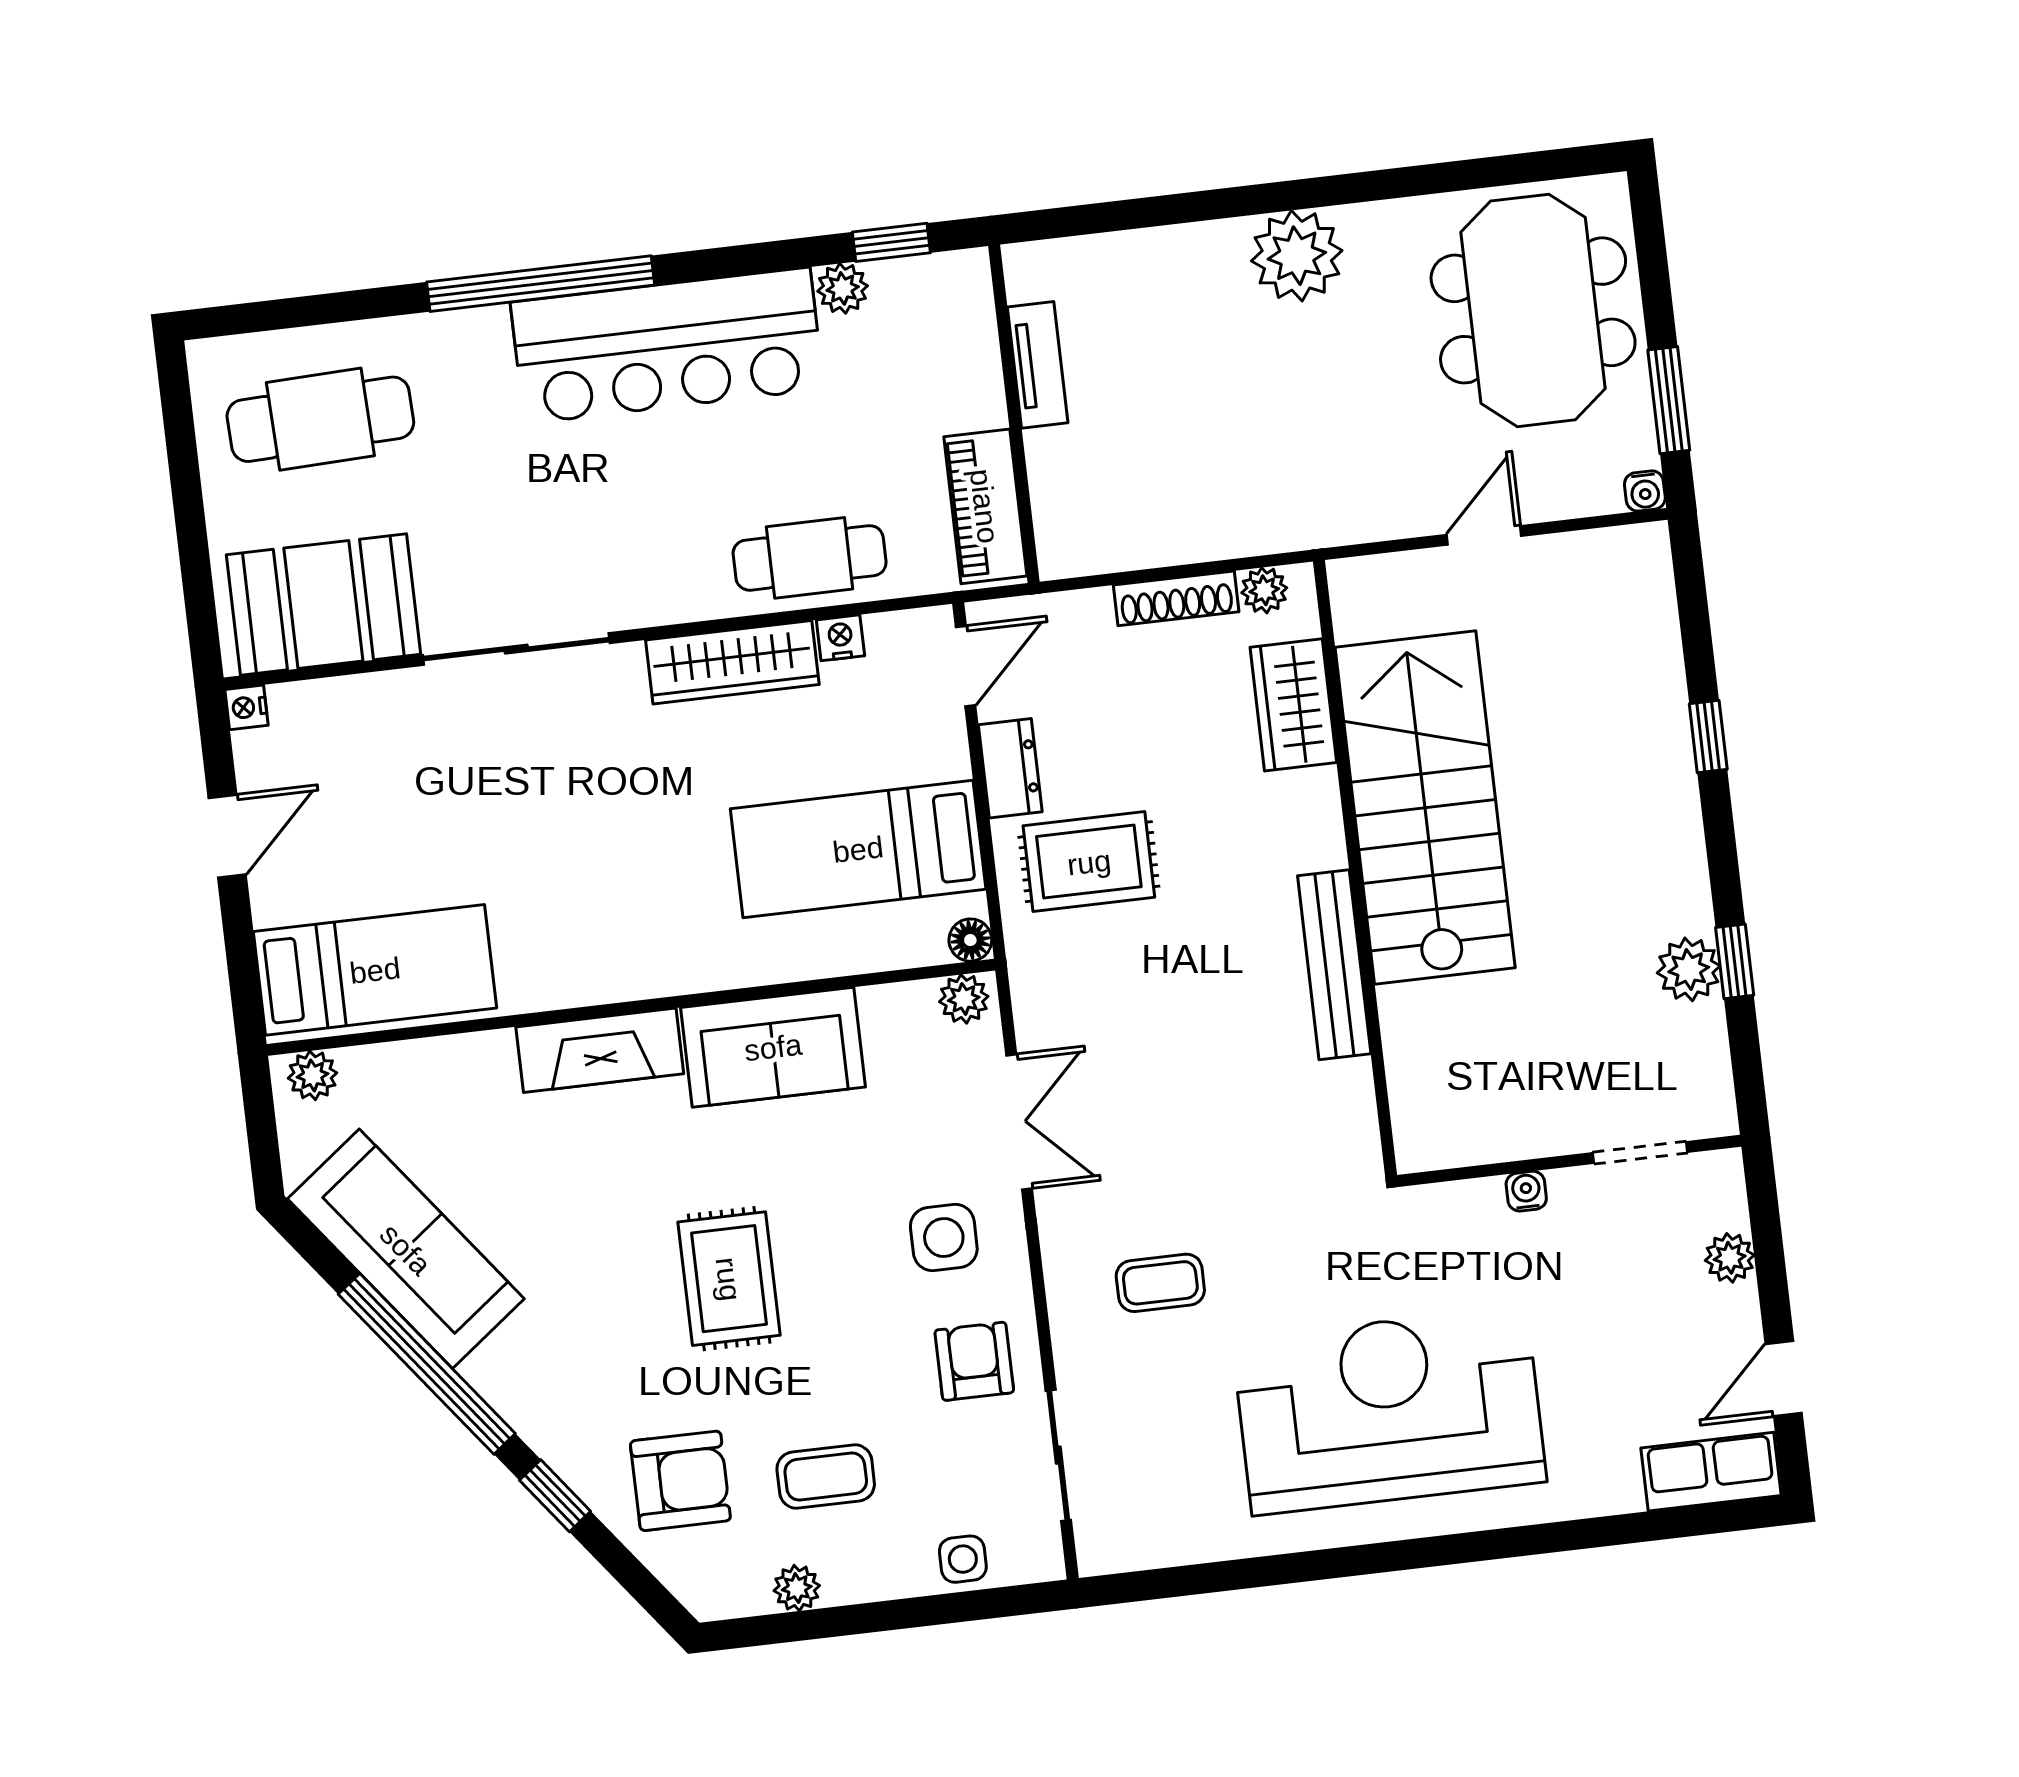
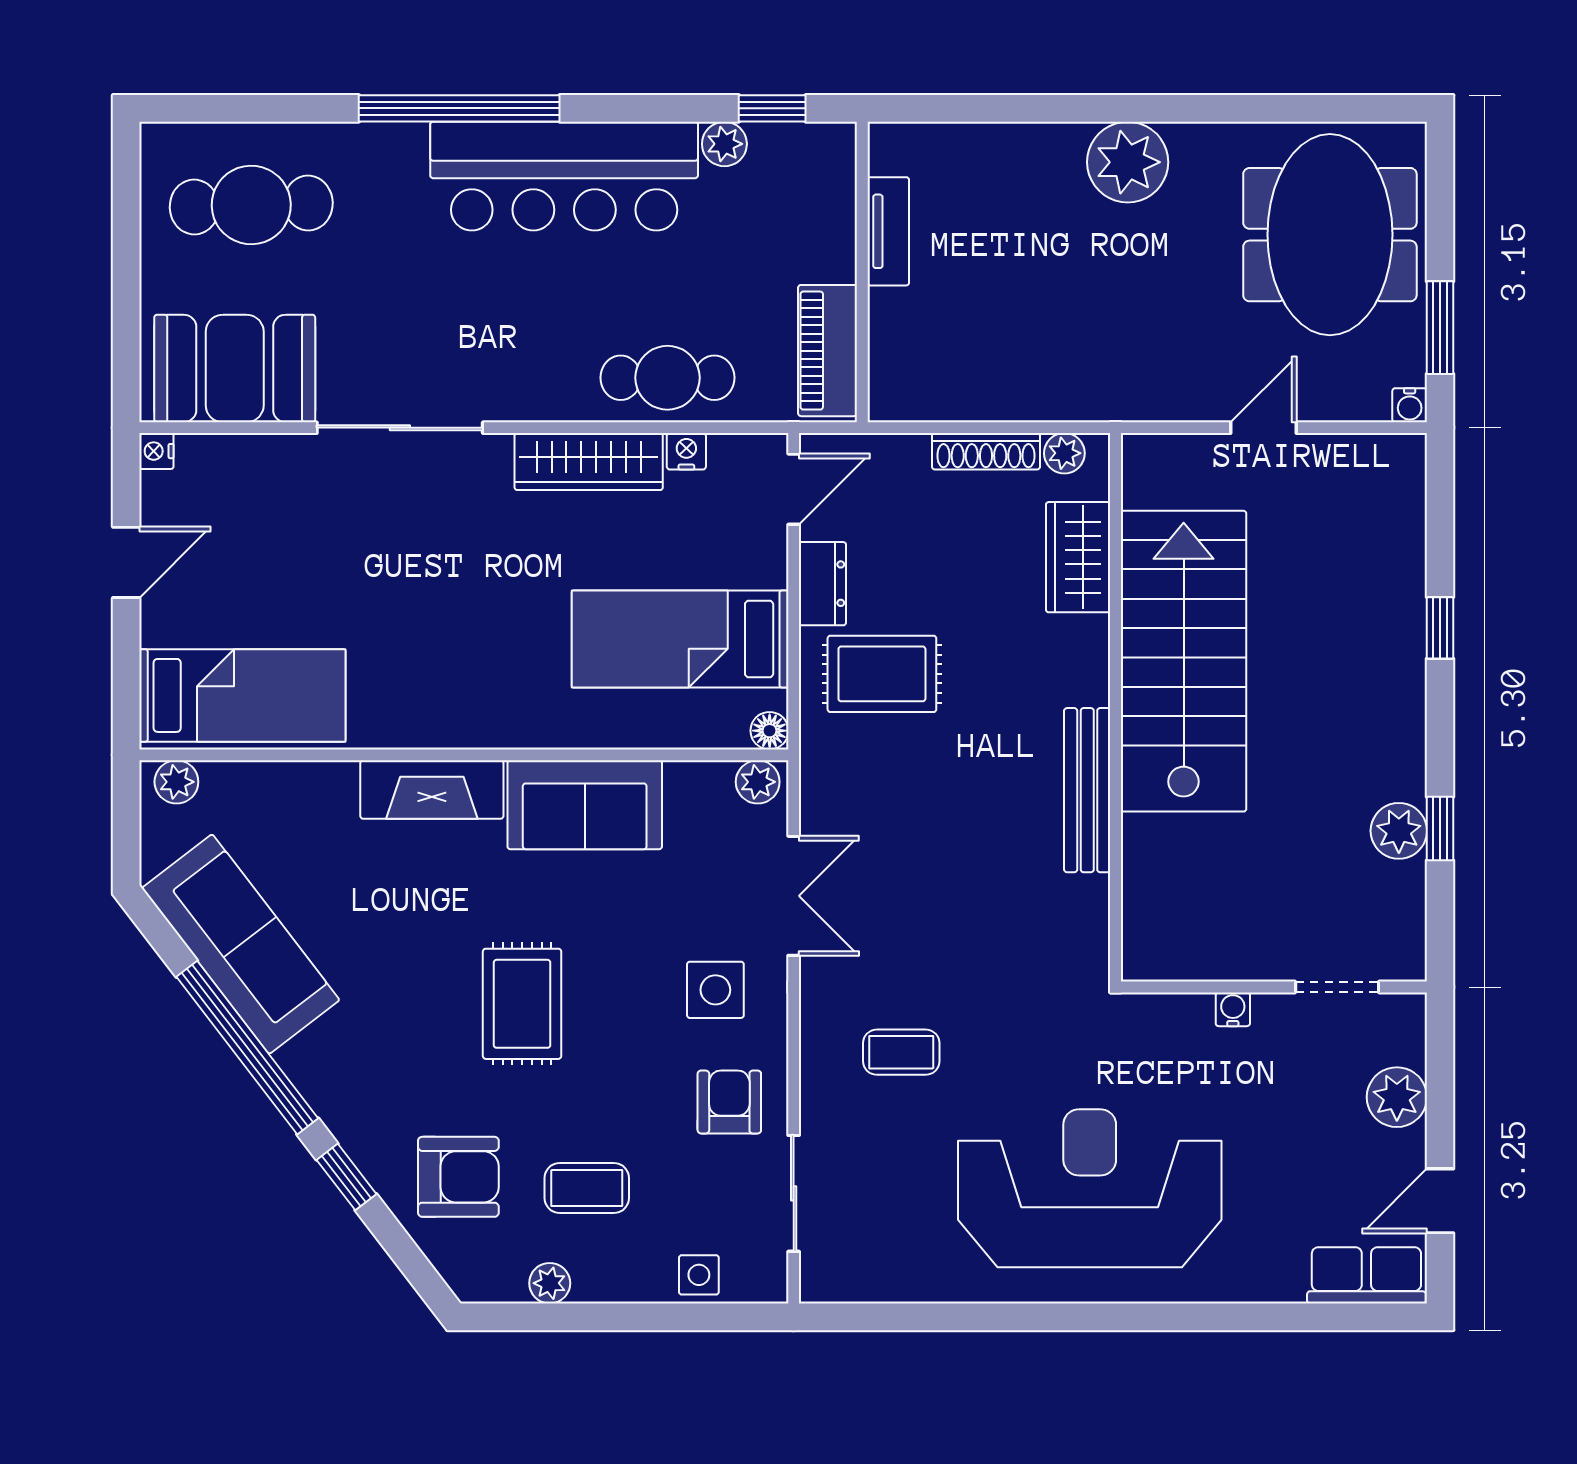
plant: (1730, 1258) -> (1397, 1097), width x1.38, depth x1.38

